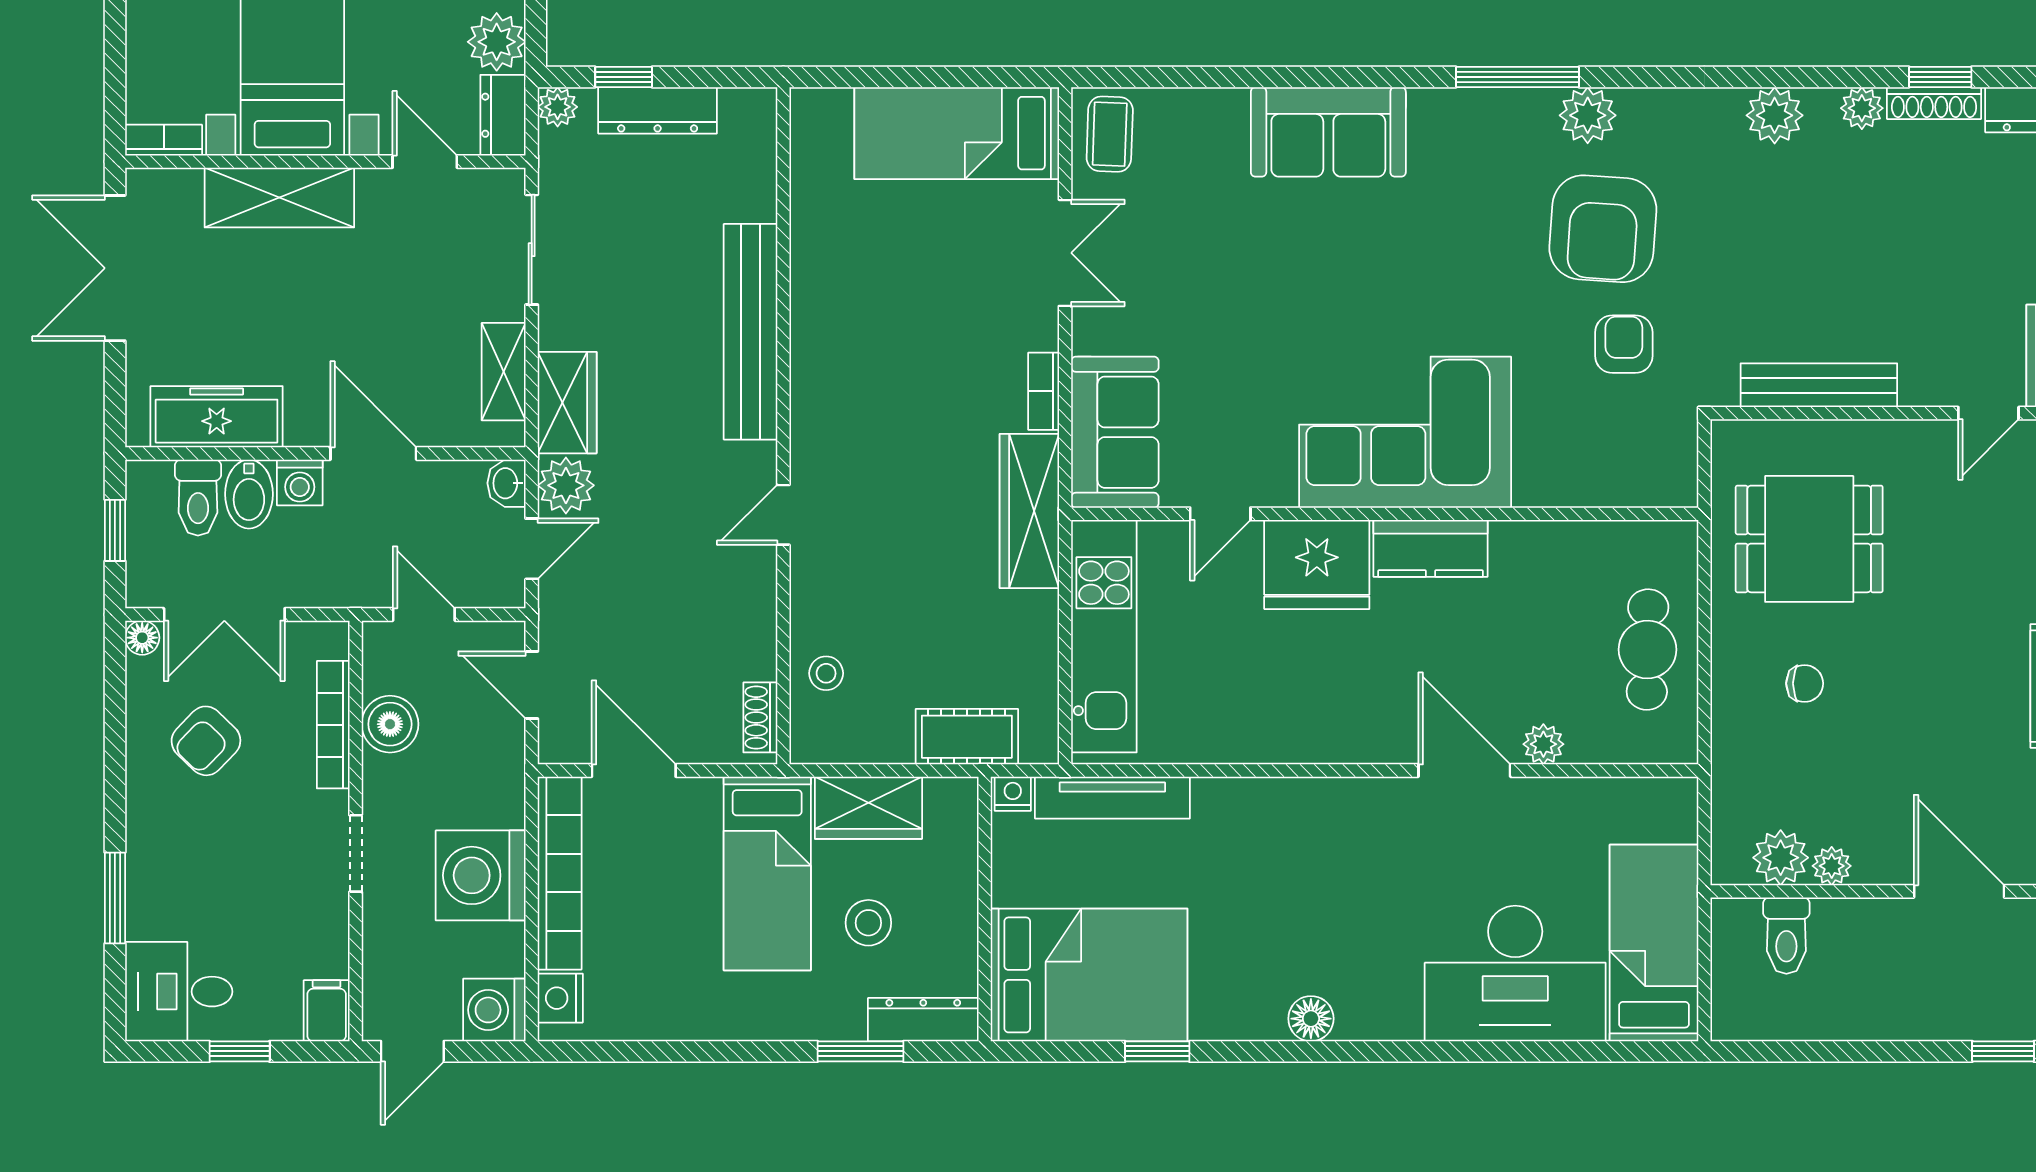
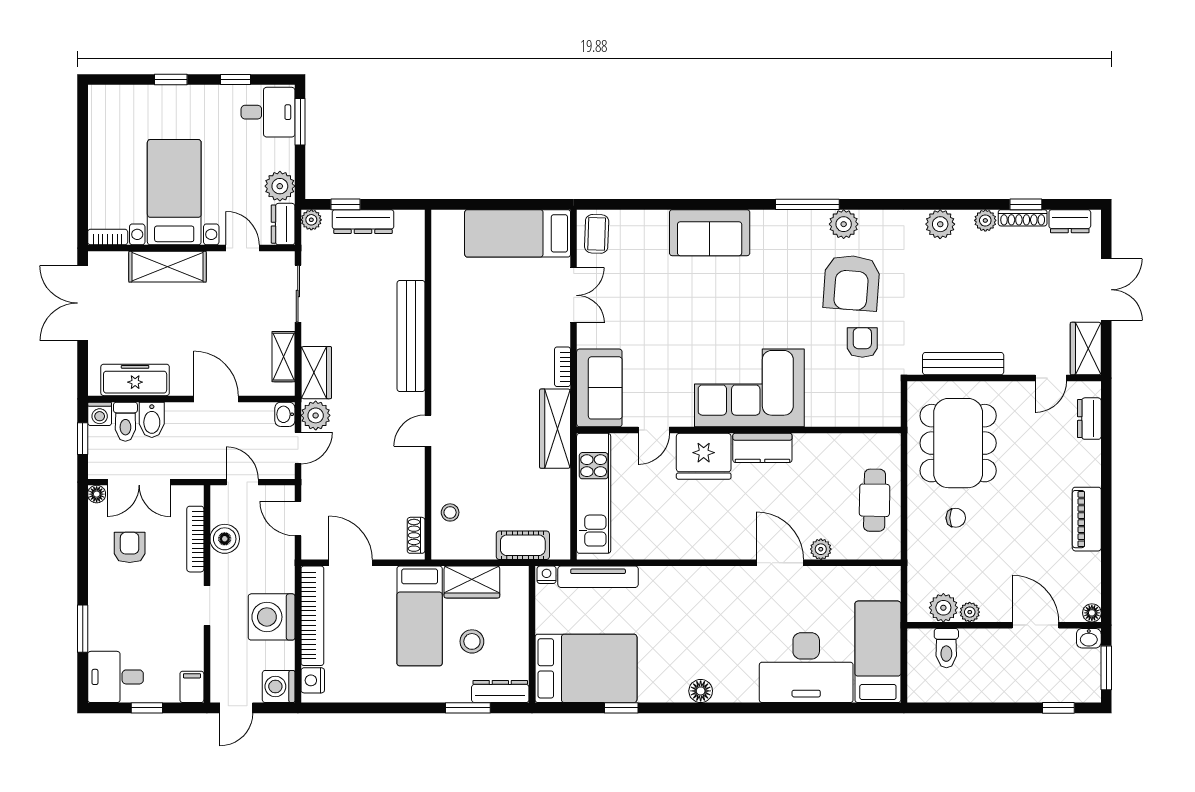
washing machine: (300, 482) -> (100, 414), moved
dining table: (1809, 539) -> (958, 443), width x1.38
armchair: (206, 741) -> (130, 547), turned 136

